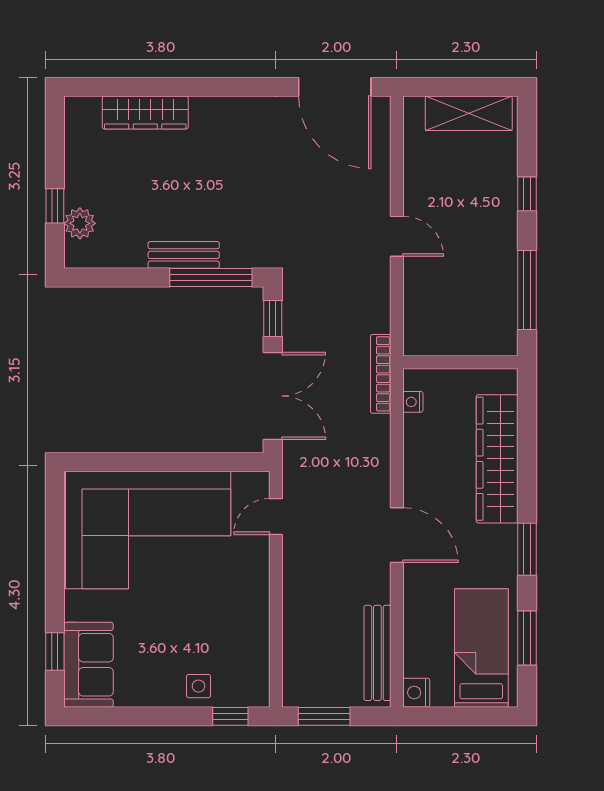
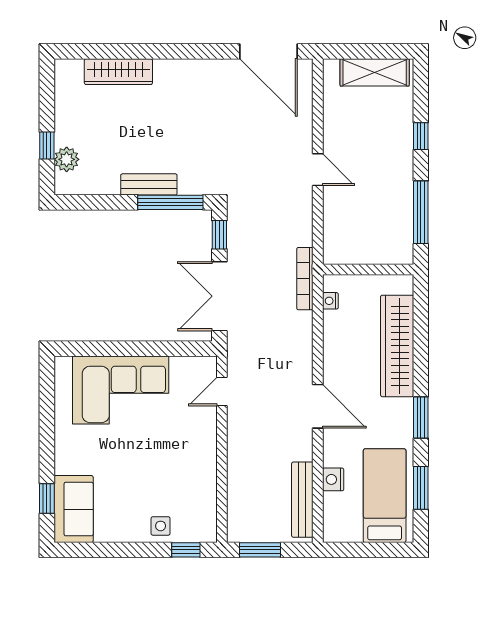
double door: (273, 396) -> (219, 296), swing flipped
corner sofa: (148, 530) -> (121, 390), width x0.73, depth x0.74
nightstand: (416, 693) -> (333, 479), moved

